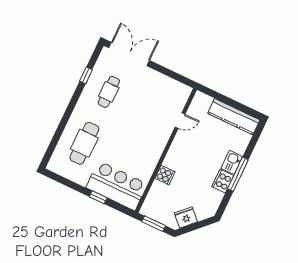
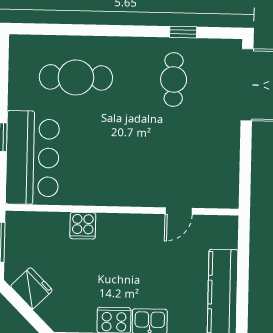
cafe table: (109, 92) -> (174, 79), turned 90
door: (180, 121) -> (179, 211), hinge flipped

